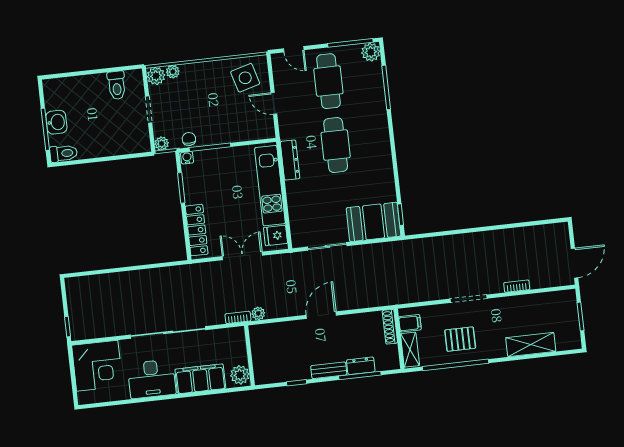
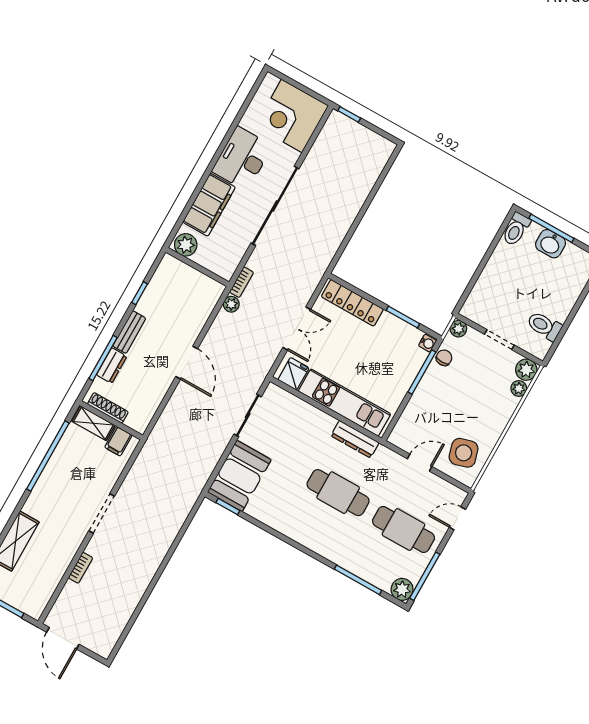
chair: (189, 139) -> (444, 358), turned -89
shoe rack: (390, 327) -> (108, 408), moved
pallet: (460, 339) -> (69, 478), removed

